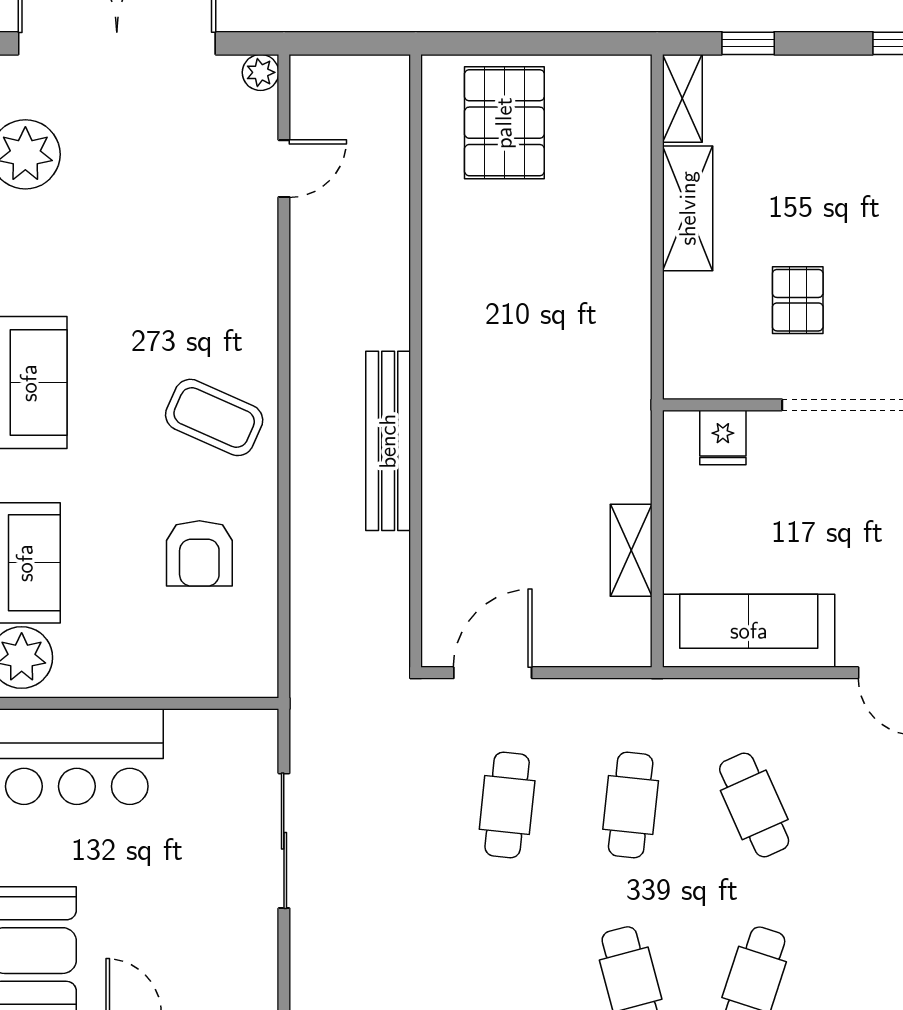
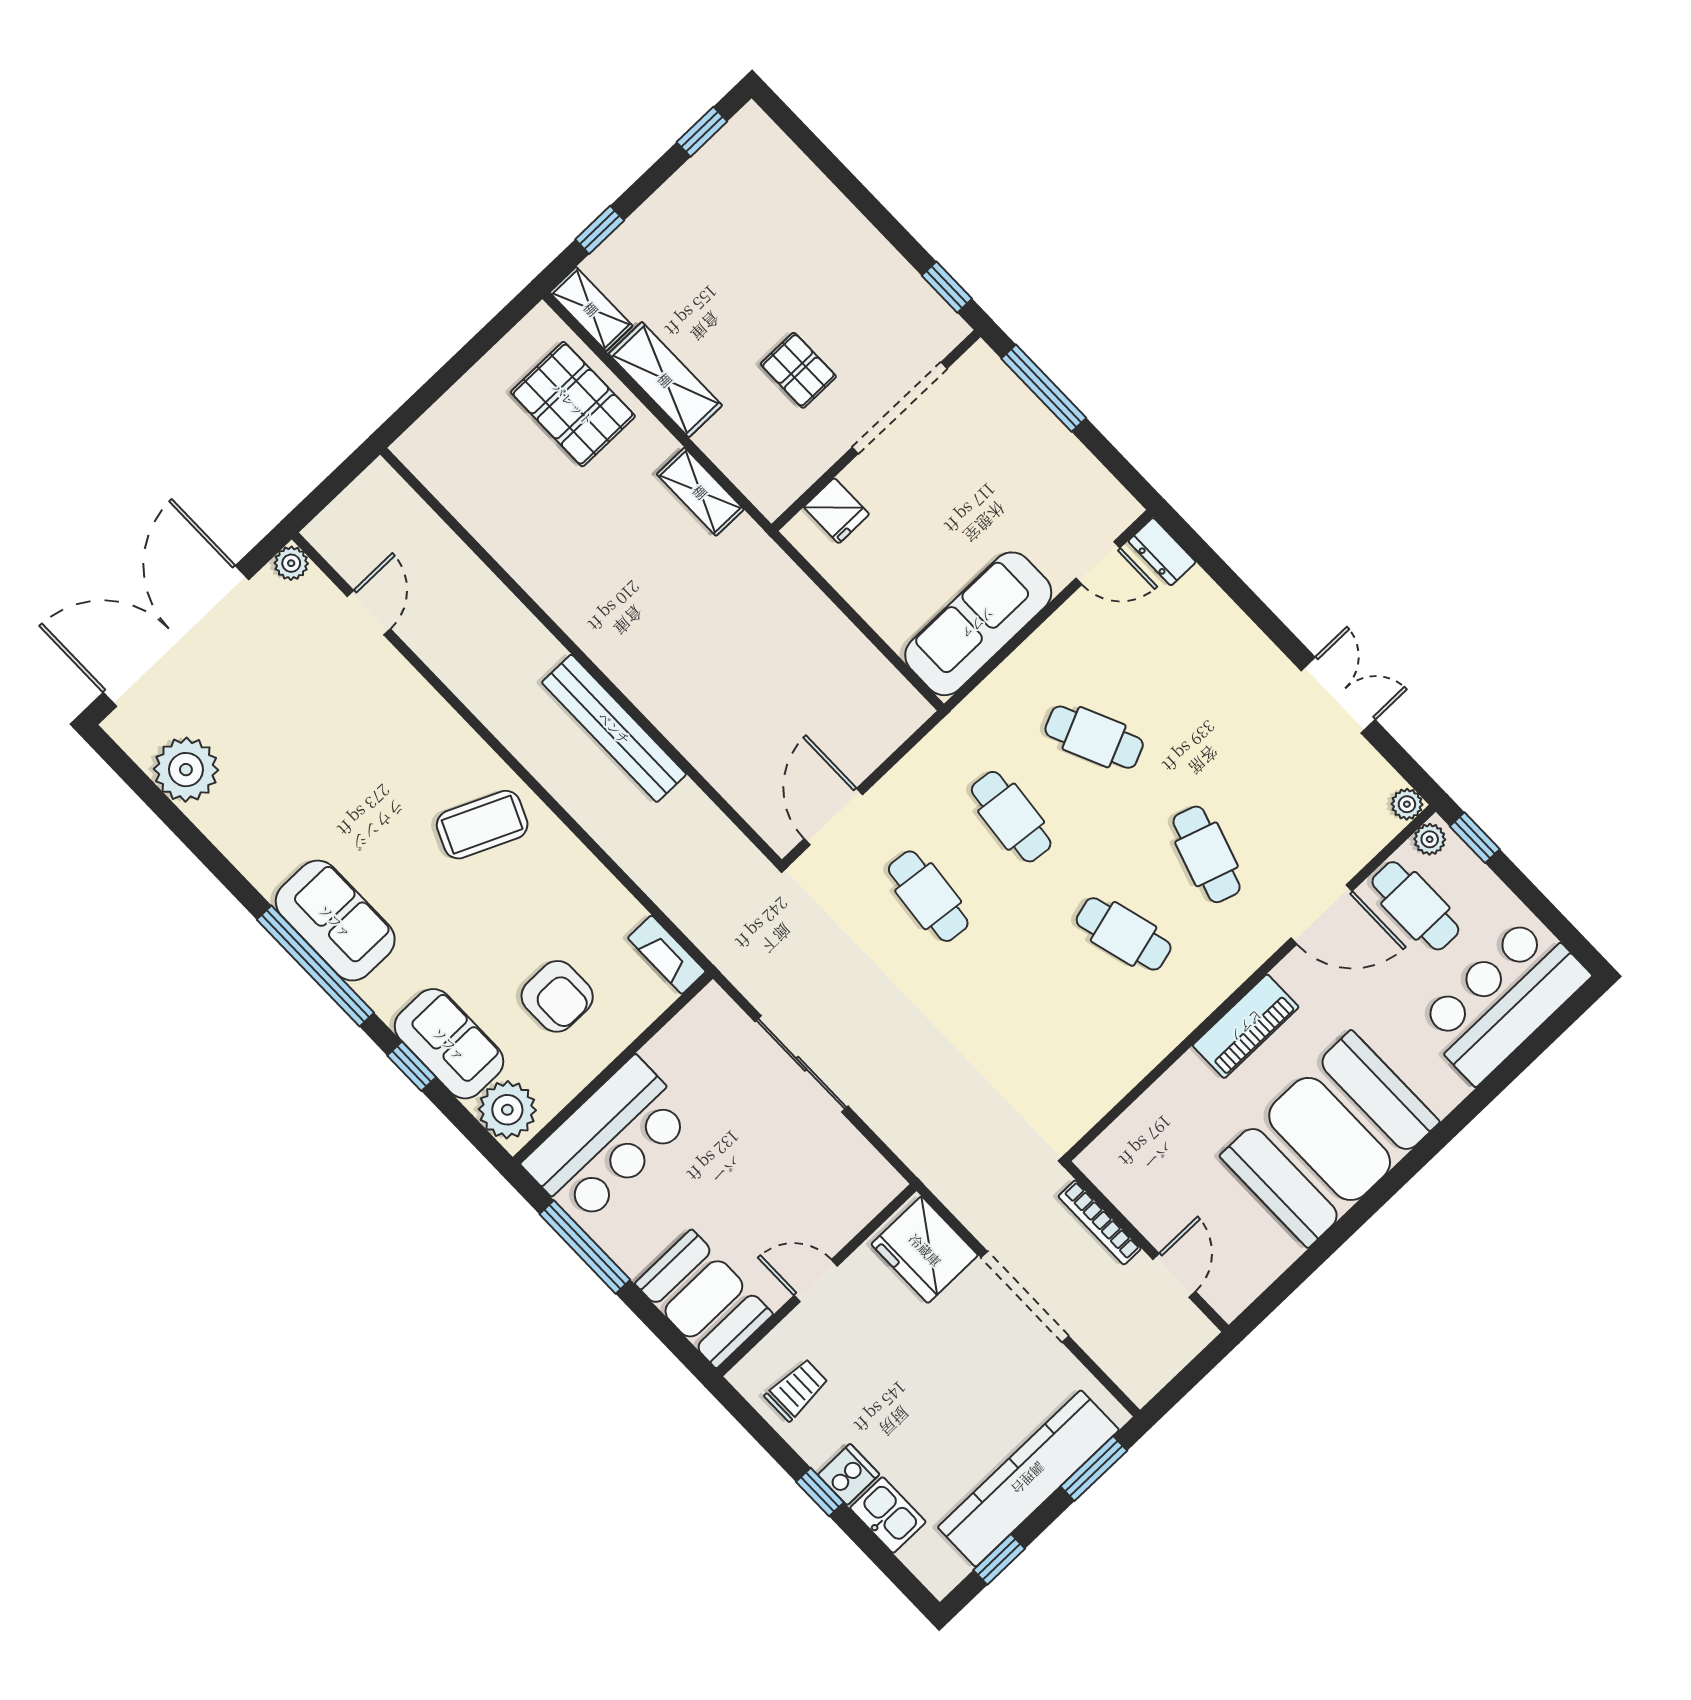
pallet: (504, 123) -> (573, 404), moved
shelving: (631, 550) -> (700, 492), moved
armchair: (199, 553) -> (557, 996), moved
fireplace: (261, 656) -> (667, 955), added

